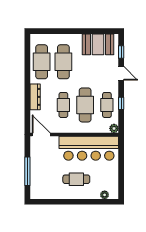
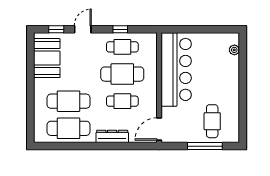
plant: (114, 128) -> (152, 38), removed
cafe table: (76, 179) -> (212, 121), moved

